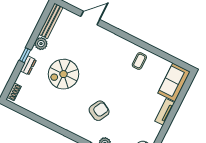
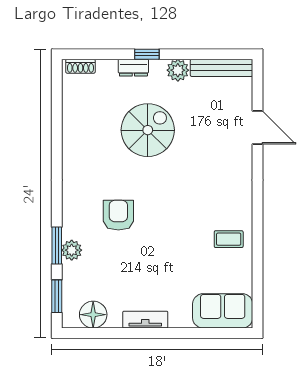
spiral stairs: (64, 74) -> (148, 130), turned 90
armchair: (99, 111) -> (118, 215), turned -118
tv unit: (165, 112) -> (145, 320), moved

